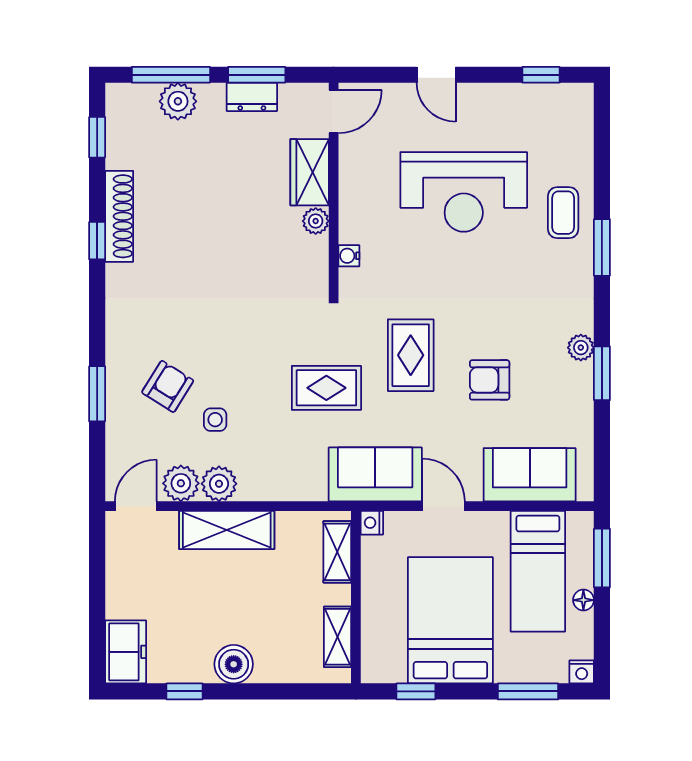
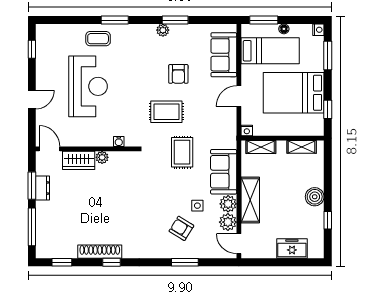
plant: (178, 101) -> (45, 223), removed
sofa: (375, 474) -> (224, 172), moved
freezer: (126, 652) -> (292, 249), moved

